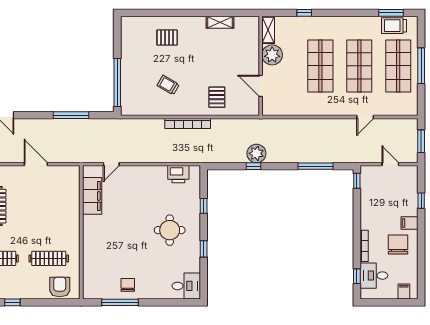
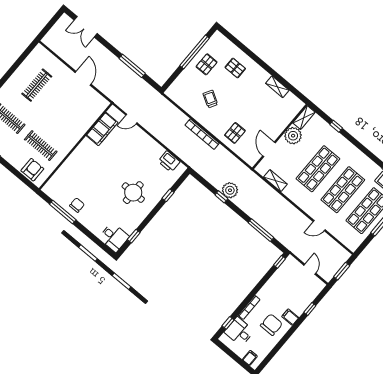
pallet: (138, 56) -> (207, 64), added
window: (117, 82) -> (195, 52), moved
shelving: (291, 110) -> (275, 181), added
window: (204, 249) -> (134, 236), moved

